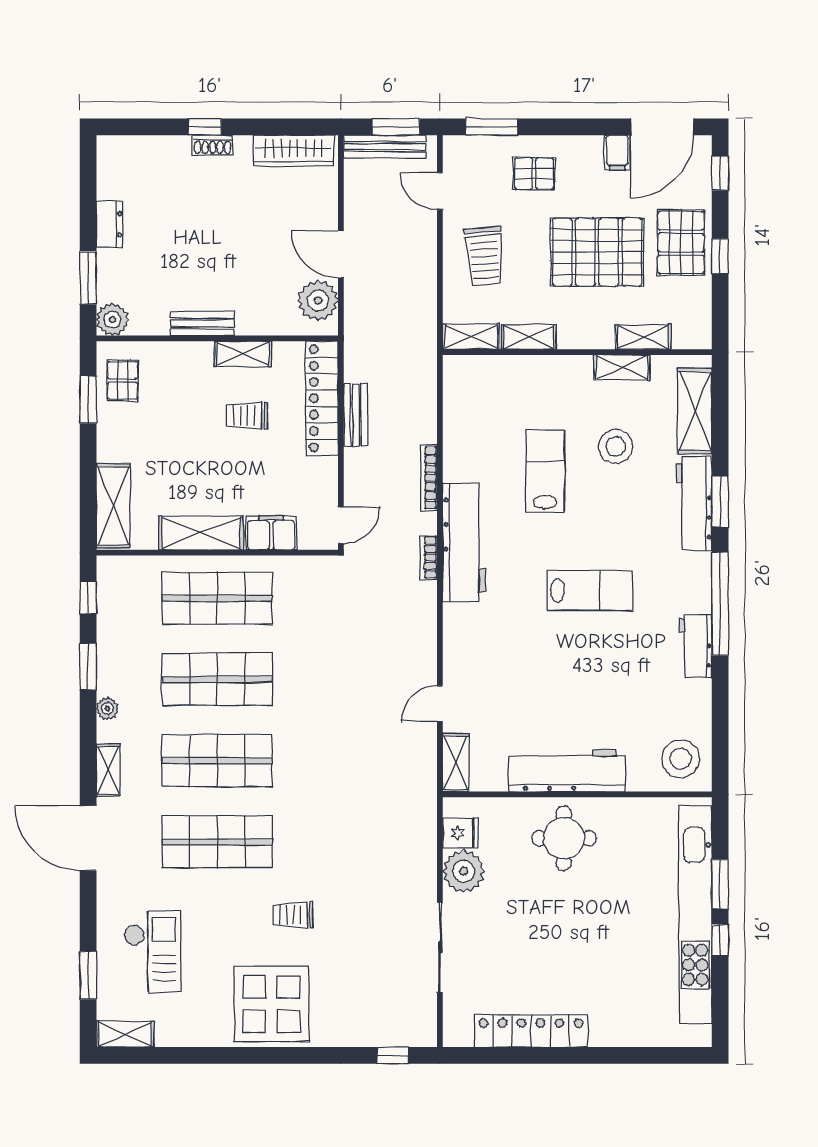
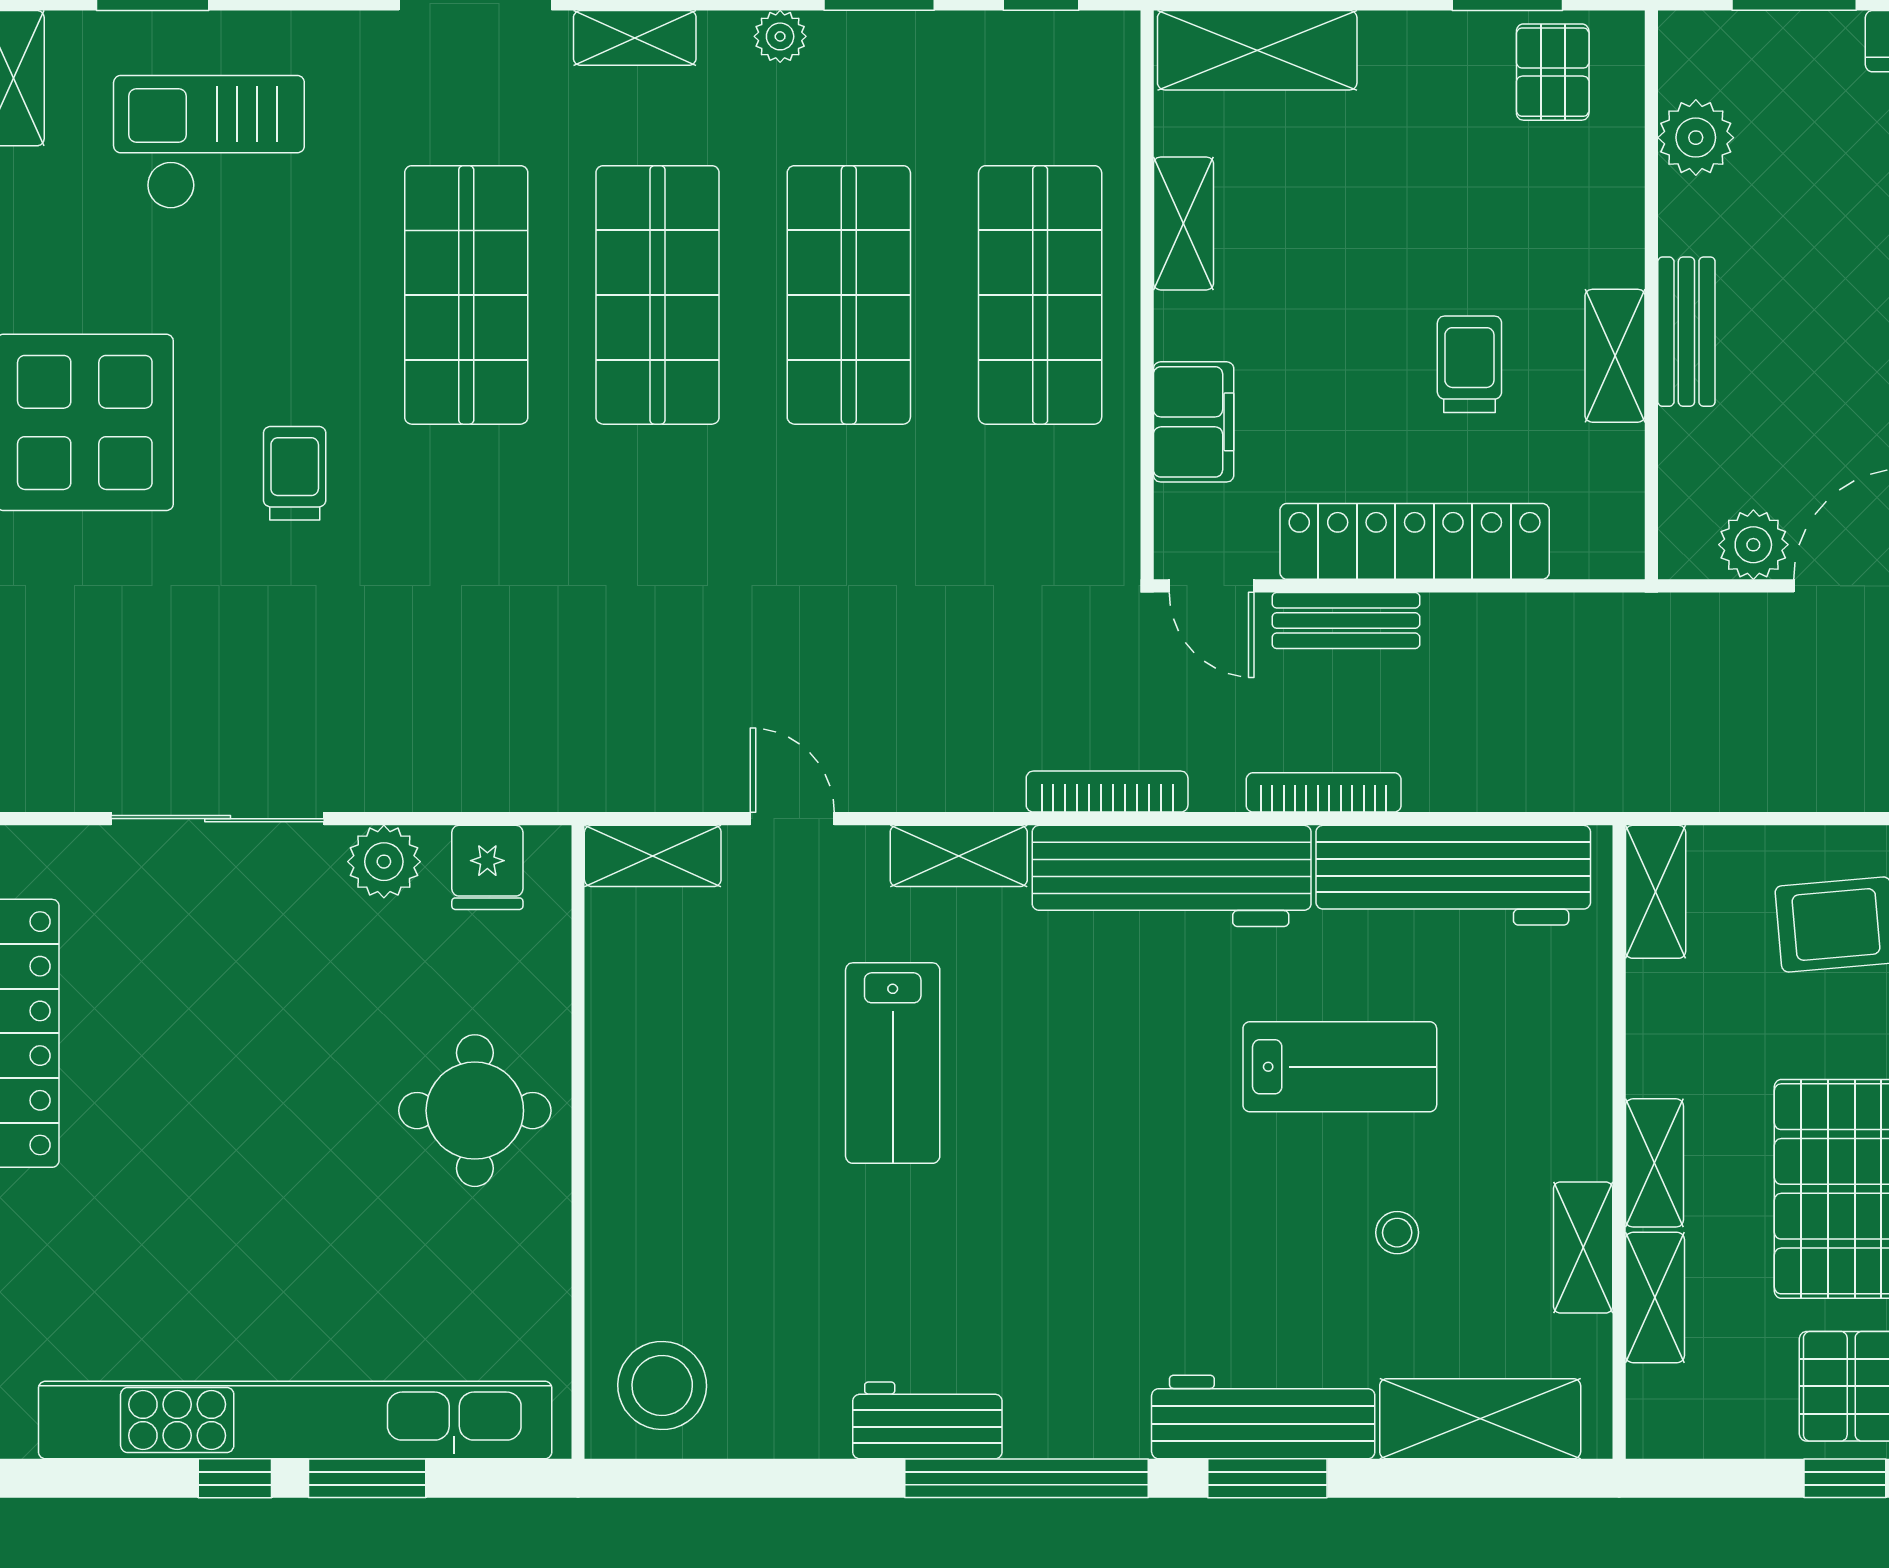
plant: (318, 300) -> (1753, 545), width x0.73, depth x0.73
plant: (112, 320) -> (1696, 138), moved
bench: (202, 324) -> (1686, 332), moved
shelving: (529, 337) -> (1654, 1163), moved
pallet: (123, 380) -> (1553, 72), turned 90
locker: (322, 398) -> (1415, 541), moved
bench: (356, 415) -> (1346, 621), moved
stool: (616, 446) -> (1397, 1233), width x0.53, depth x0.53
shelving: (201, 533) -> (1183, 223), width x0.67, depth x0.75
bookcase: (428, 557) -> (1107, 792), width x1.56
lab bench: (590, 591) -> (893, 1063), moved
shelving: (456, 633) -> (959, 856), added
workbench: (567, 770) -> (1453, 875), moved, turned 90
plant: (464, 871) -> (384, 862), width x0.73, depth x0.73
checkout: (152, 951) -> (209, 142), turned 180

